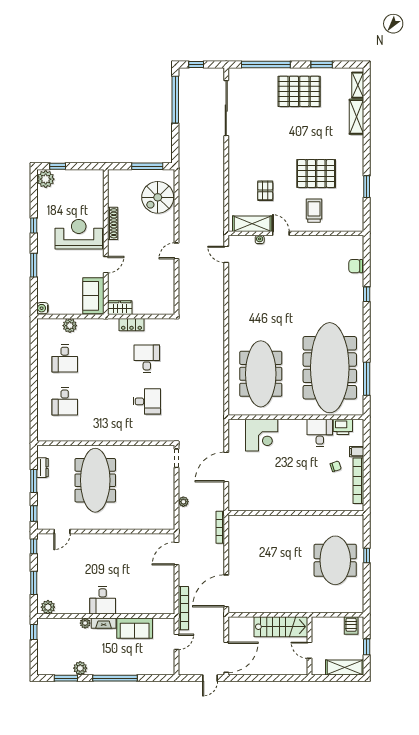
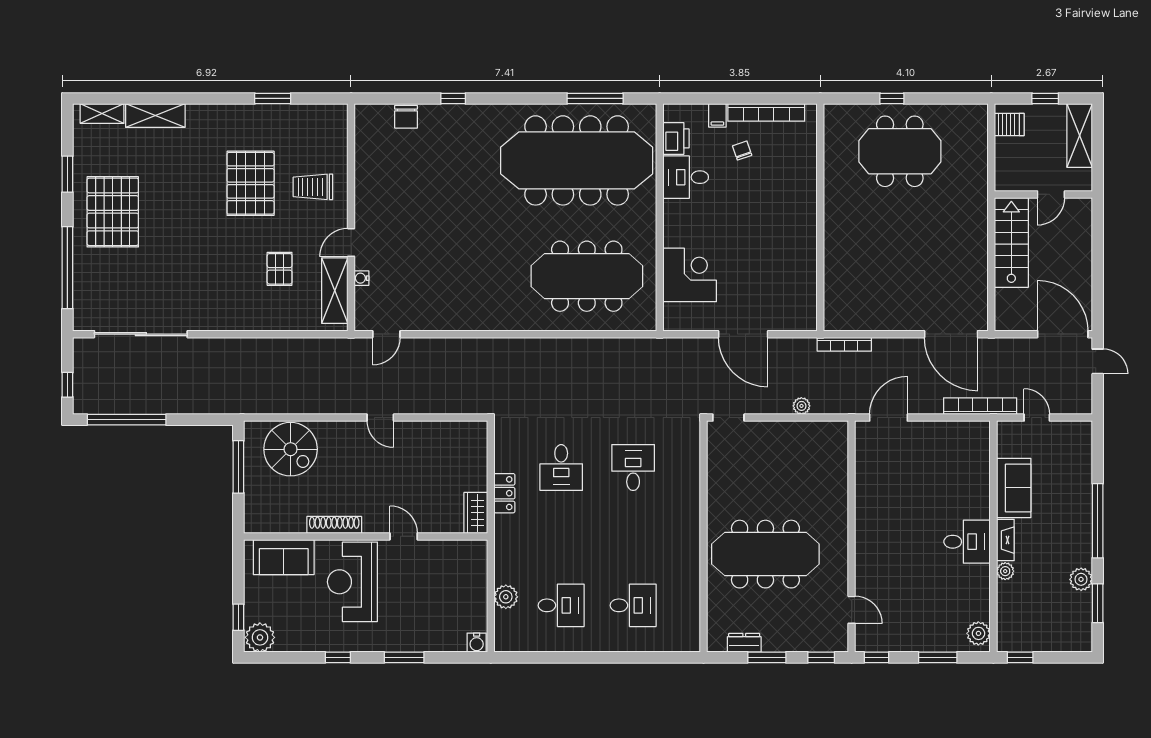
pallet: (265, 191) -> (280, 269), turned 90
sofa: (93, 296) -> (284, 557), moved
desk: (147, 359) -> (561, 468), turned -90
door: (177, 554) -> (888, 418), swing flipped

